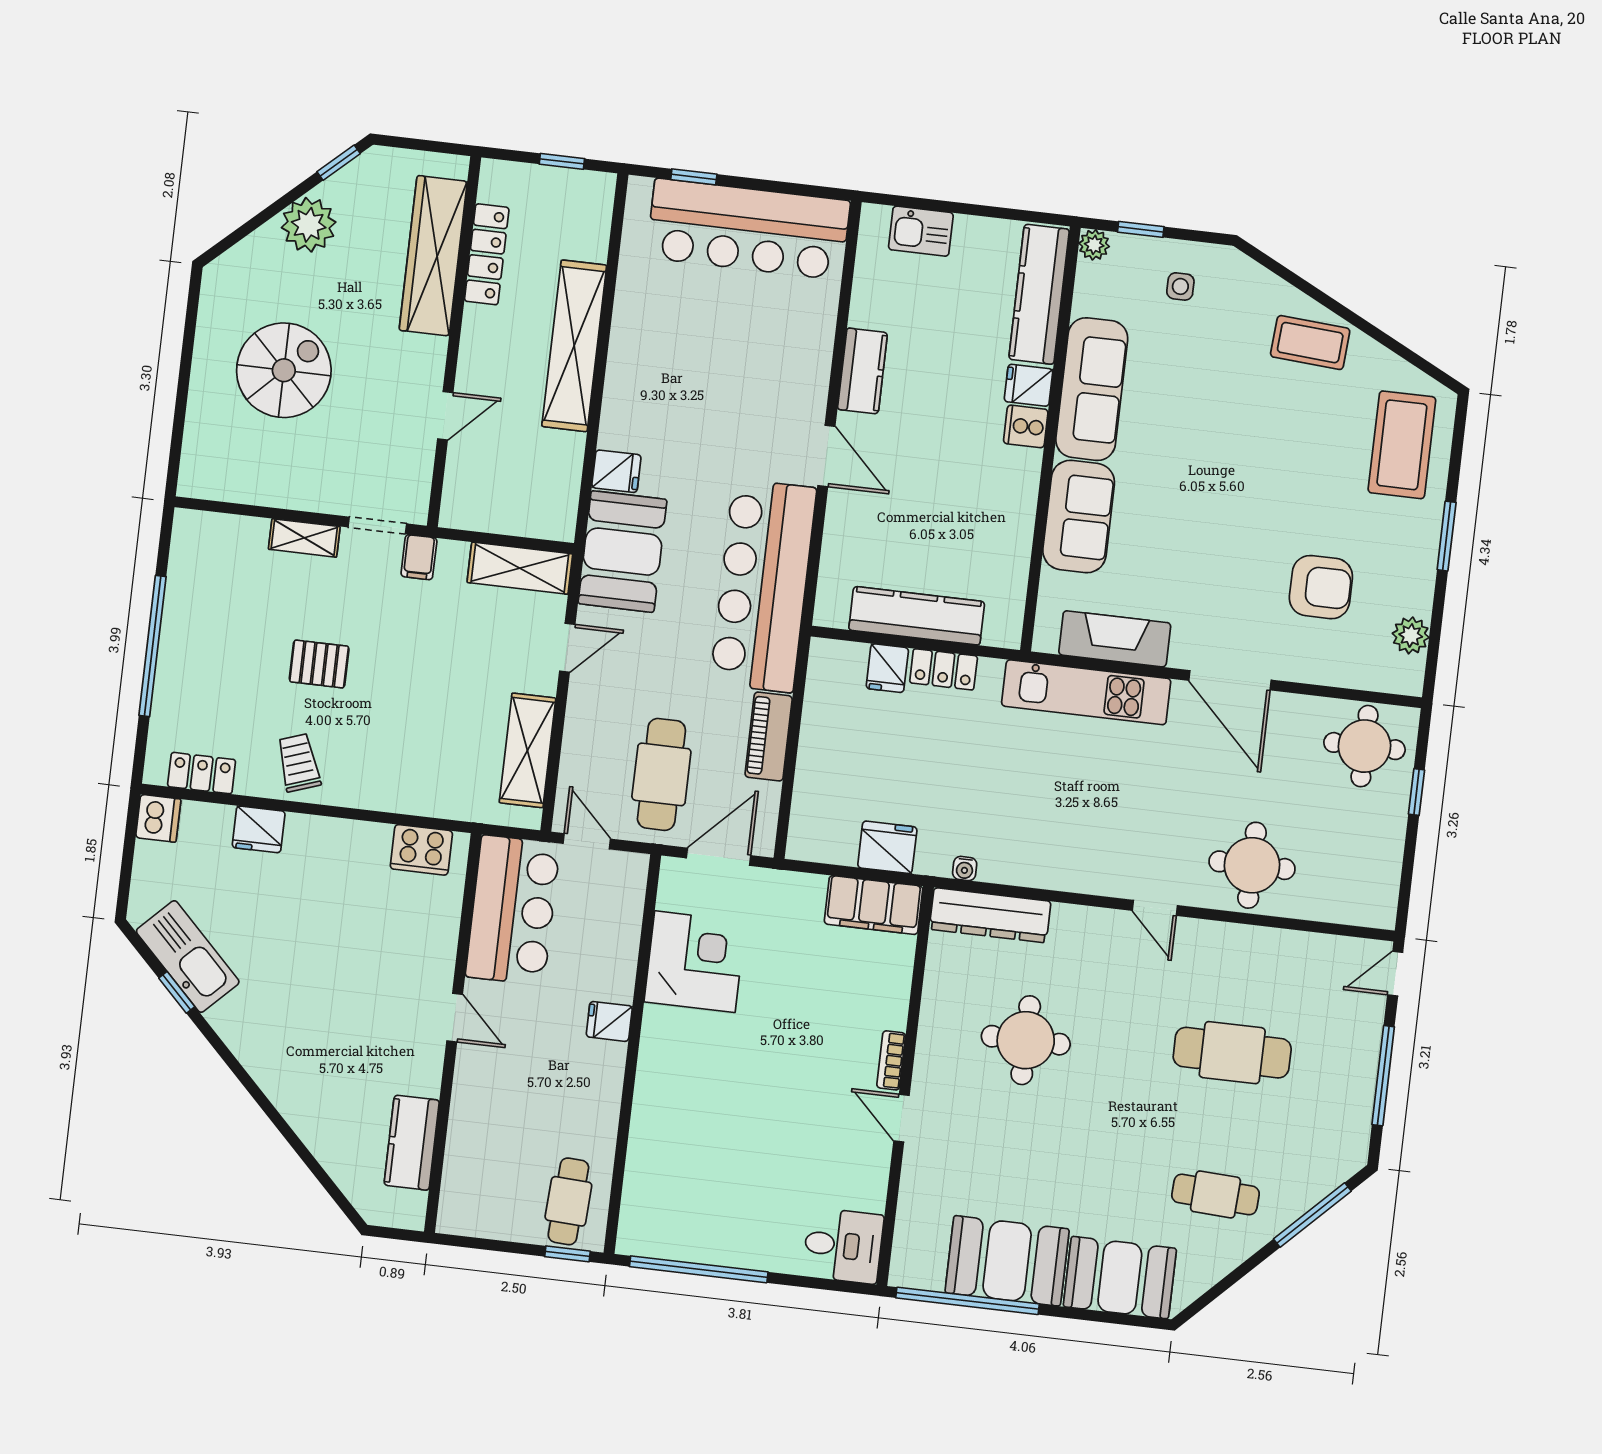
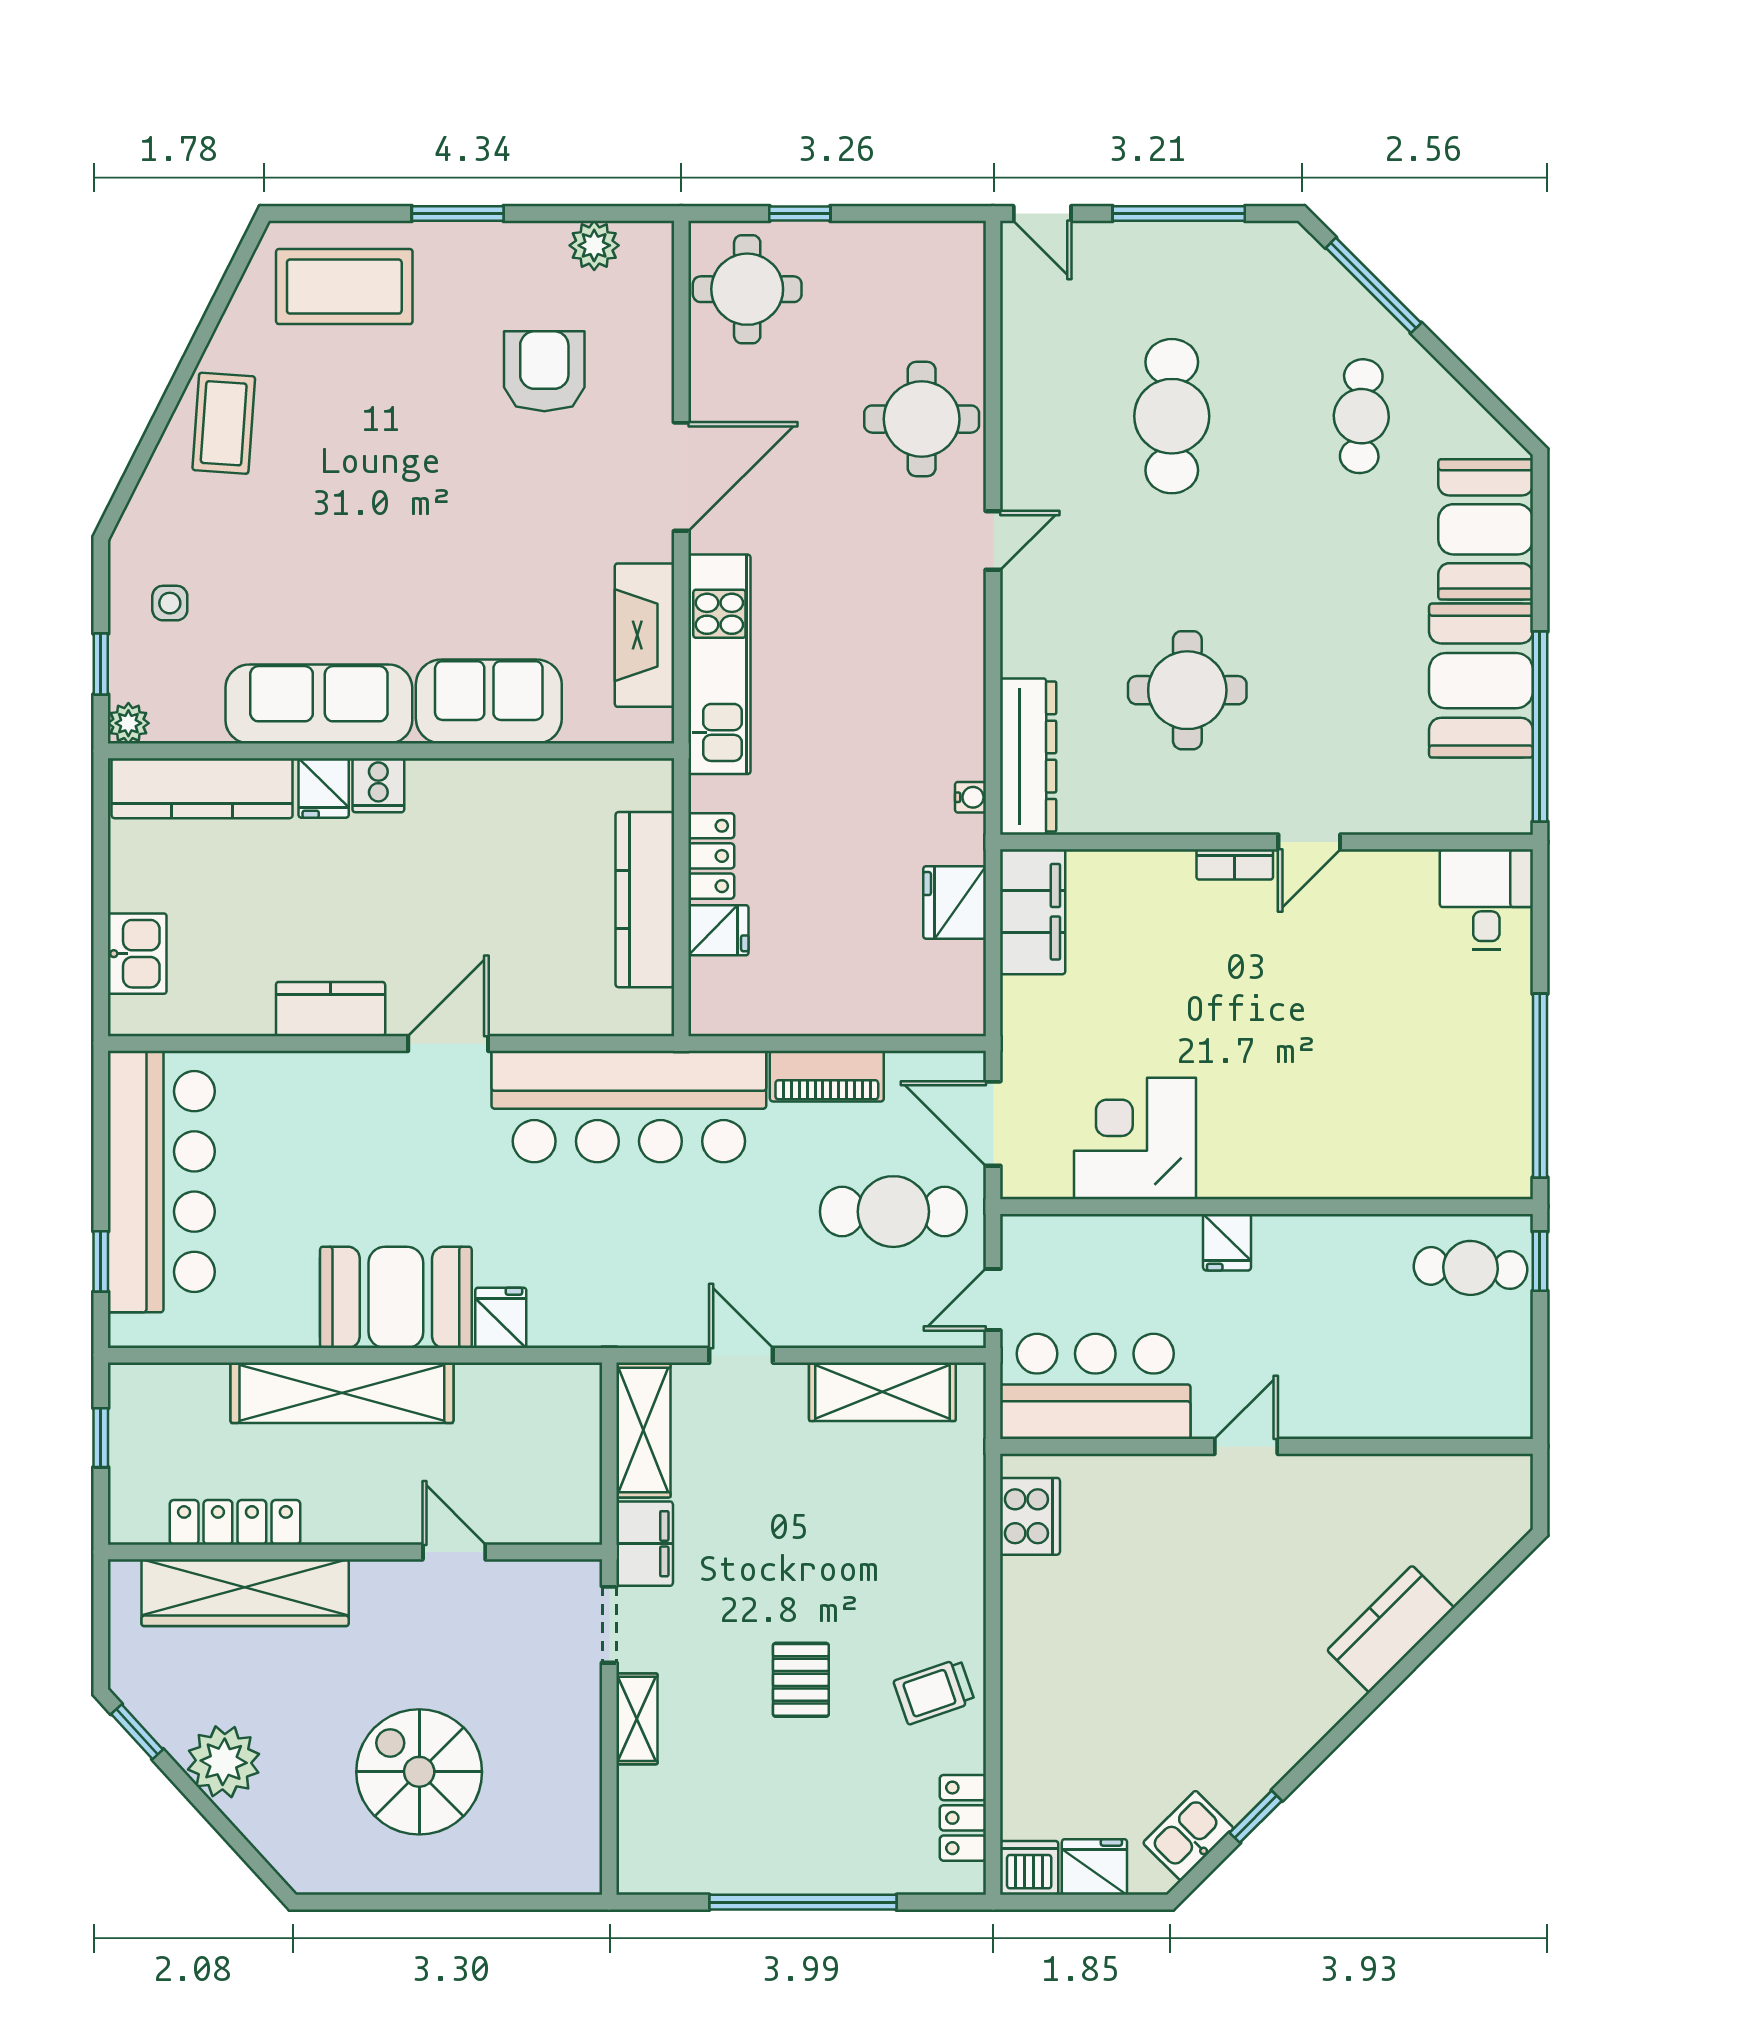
booth: (623, 552) -> (396, 1297), moved
filing cabinet: (419, 557) -> (645, 1544), width x2.00
fridge: (259, 829) -> (1094, 1867), moved, turned -90
kitchen sink: (188, 957) -> (1188, 1836), width x0.53, depth x0.81
kitchen counter: (412, 1143) -> (1391, 1629), moved, turned 135

